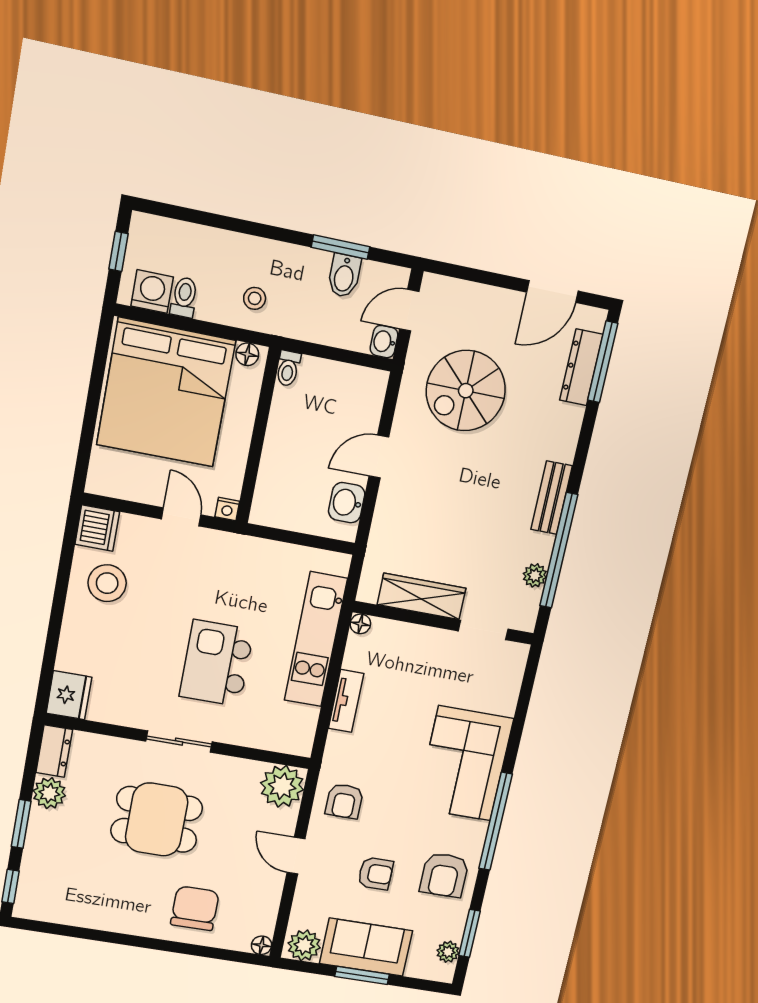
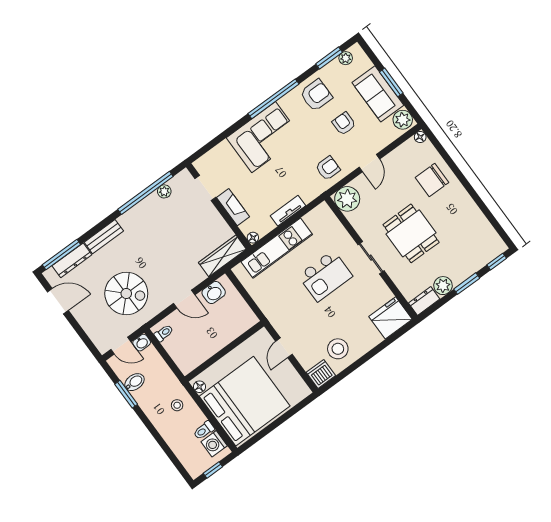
toilet: (288, 368) -> (164, 333), moved
bench: (552, 498) -> (104, 237), moved
nightstand: (227, 509) -> (263, 334), removed
wardrobe: (422, 596) -> (222, 256), moved, turned 90
fireplace: (424, 639) -> (233, 207), added
fridge: (69, 695) -> (390, 318), width x1.36, depth x1.34

